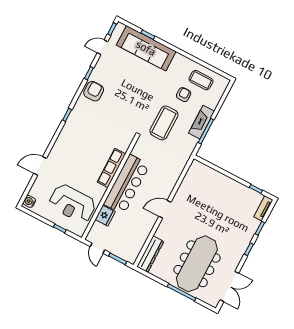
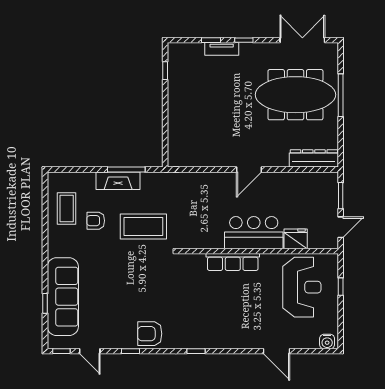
bar counter: (127, 184) -> (254, 233), width x0.73
tv unit: (263, 208) -> (222, 49), moved
door: (165, 209) -> (249, 169), hinge flipped

